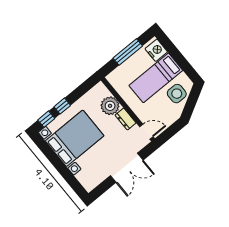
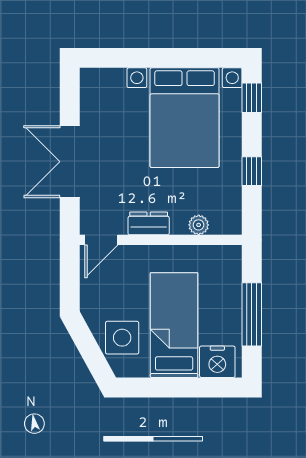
window: (62, 106) -> (252, 171), moved
plant: (110, 106) -> (199, 225), width x0.53, depth x0.53

